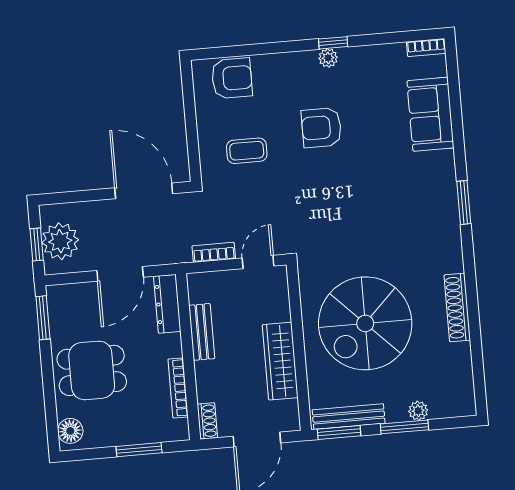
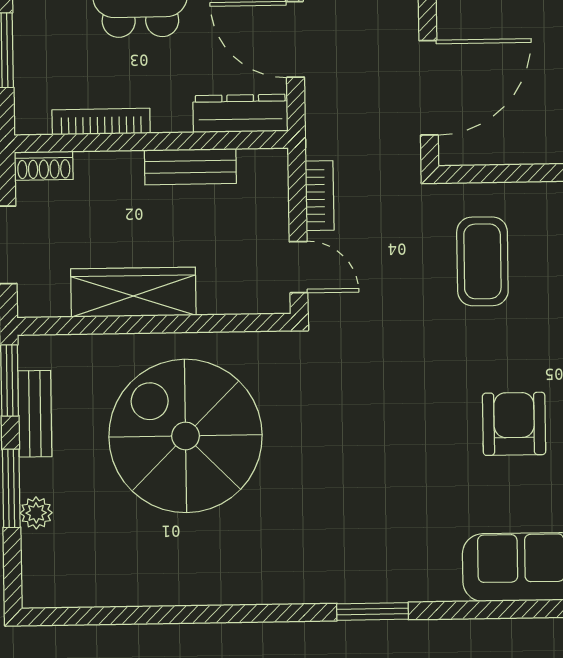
armchair: (321, 128) -> (514, 424), moved
coffee table: (247, 151) -> (482, 261), width x1.36, depth x1.30
shoe rack: (457, 308) -> (201, 589), removed
bench: (349, 417) -> (35, 414), width x0.73

